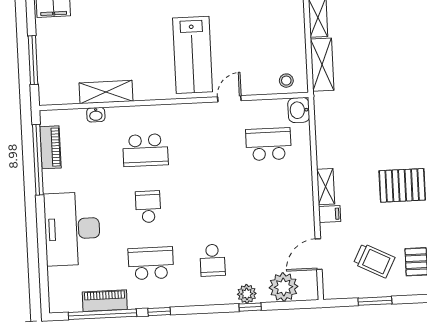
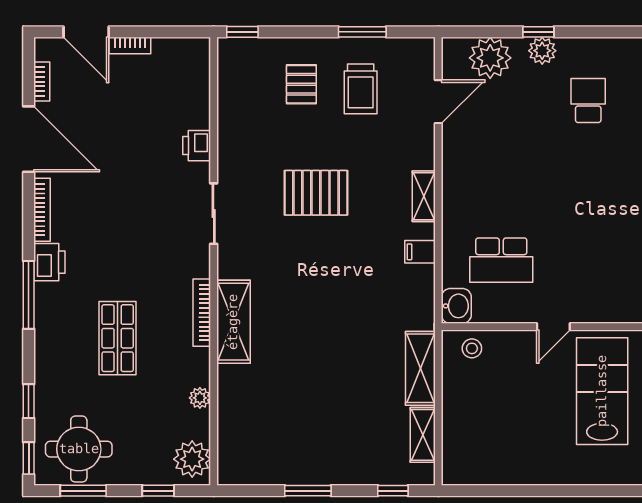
filing cabinet: (330, 214) -> (420, 252), moved
trolley: (374, 261) -> (361, 89), turned -117

